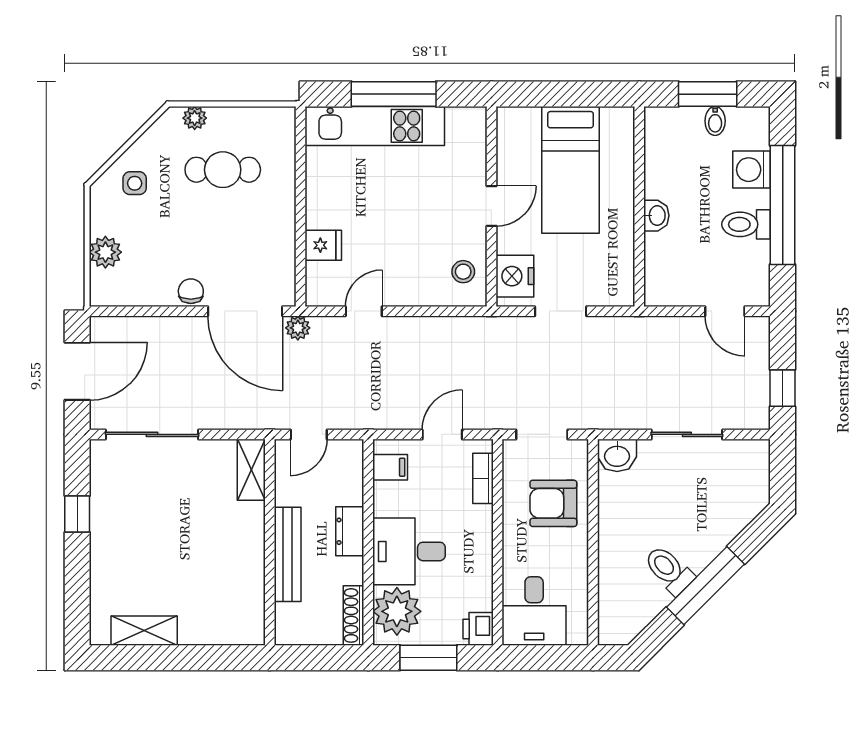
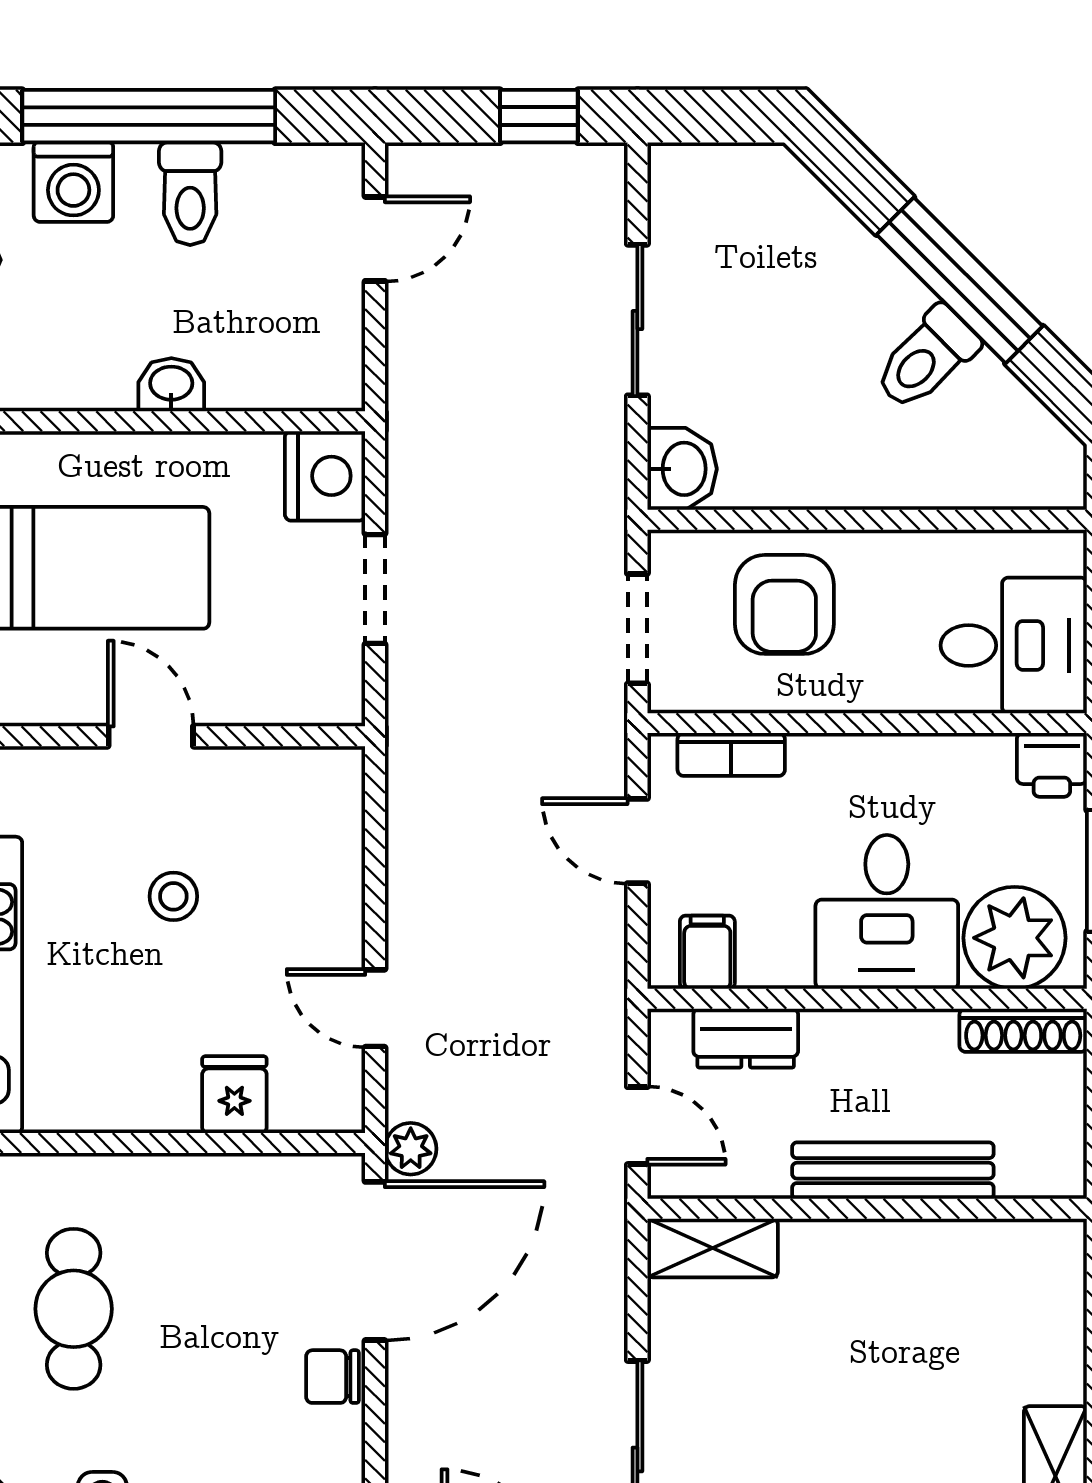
stool: (463, 272) -> (173, 896), moved
nightstand: (515, 276) -> (325, 476), moved, turned -90
dresser: (350, 531) -> (746, 1038), moved

